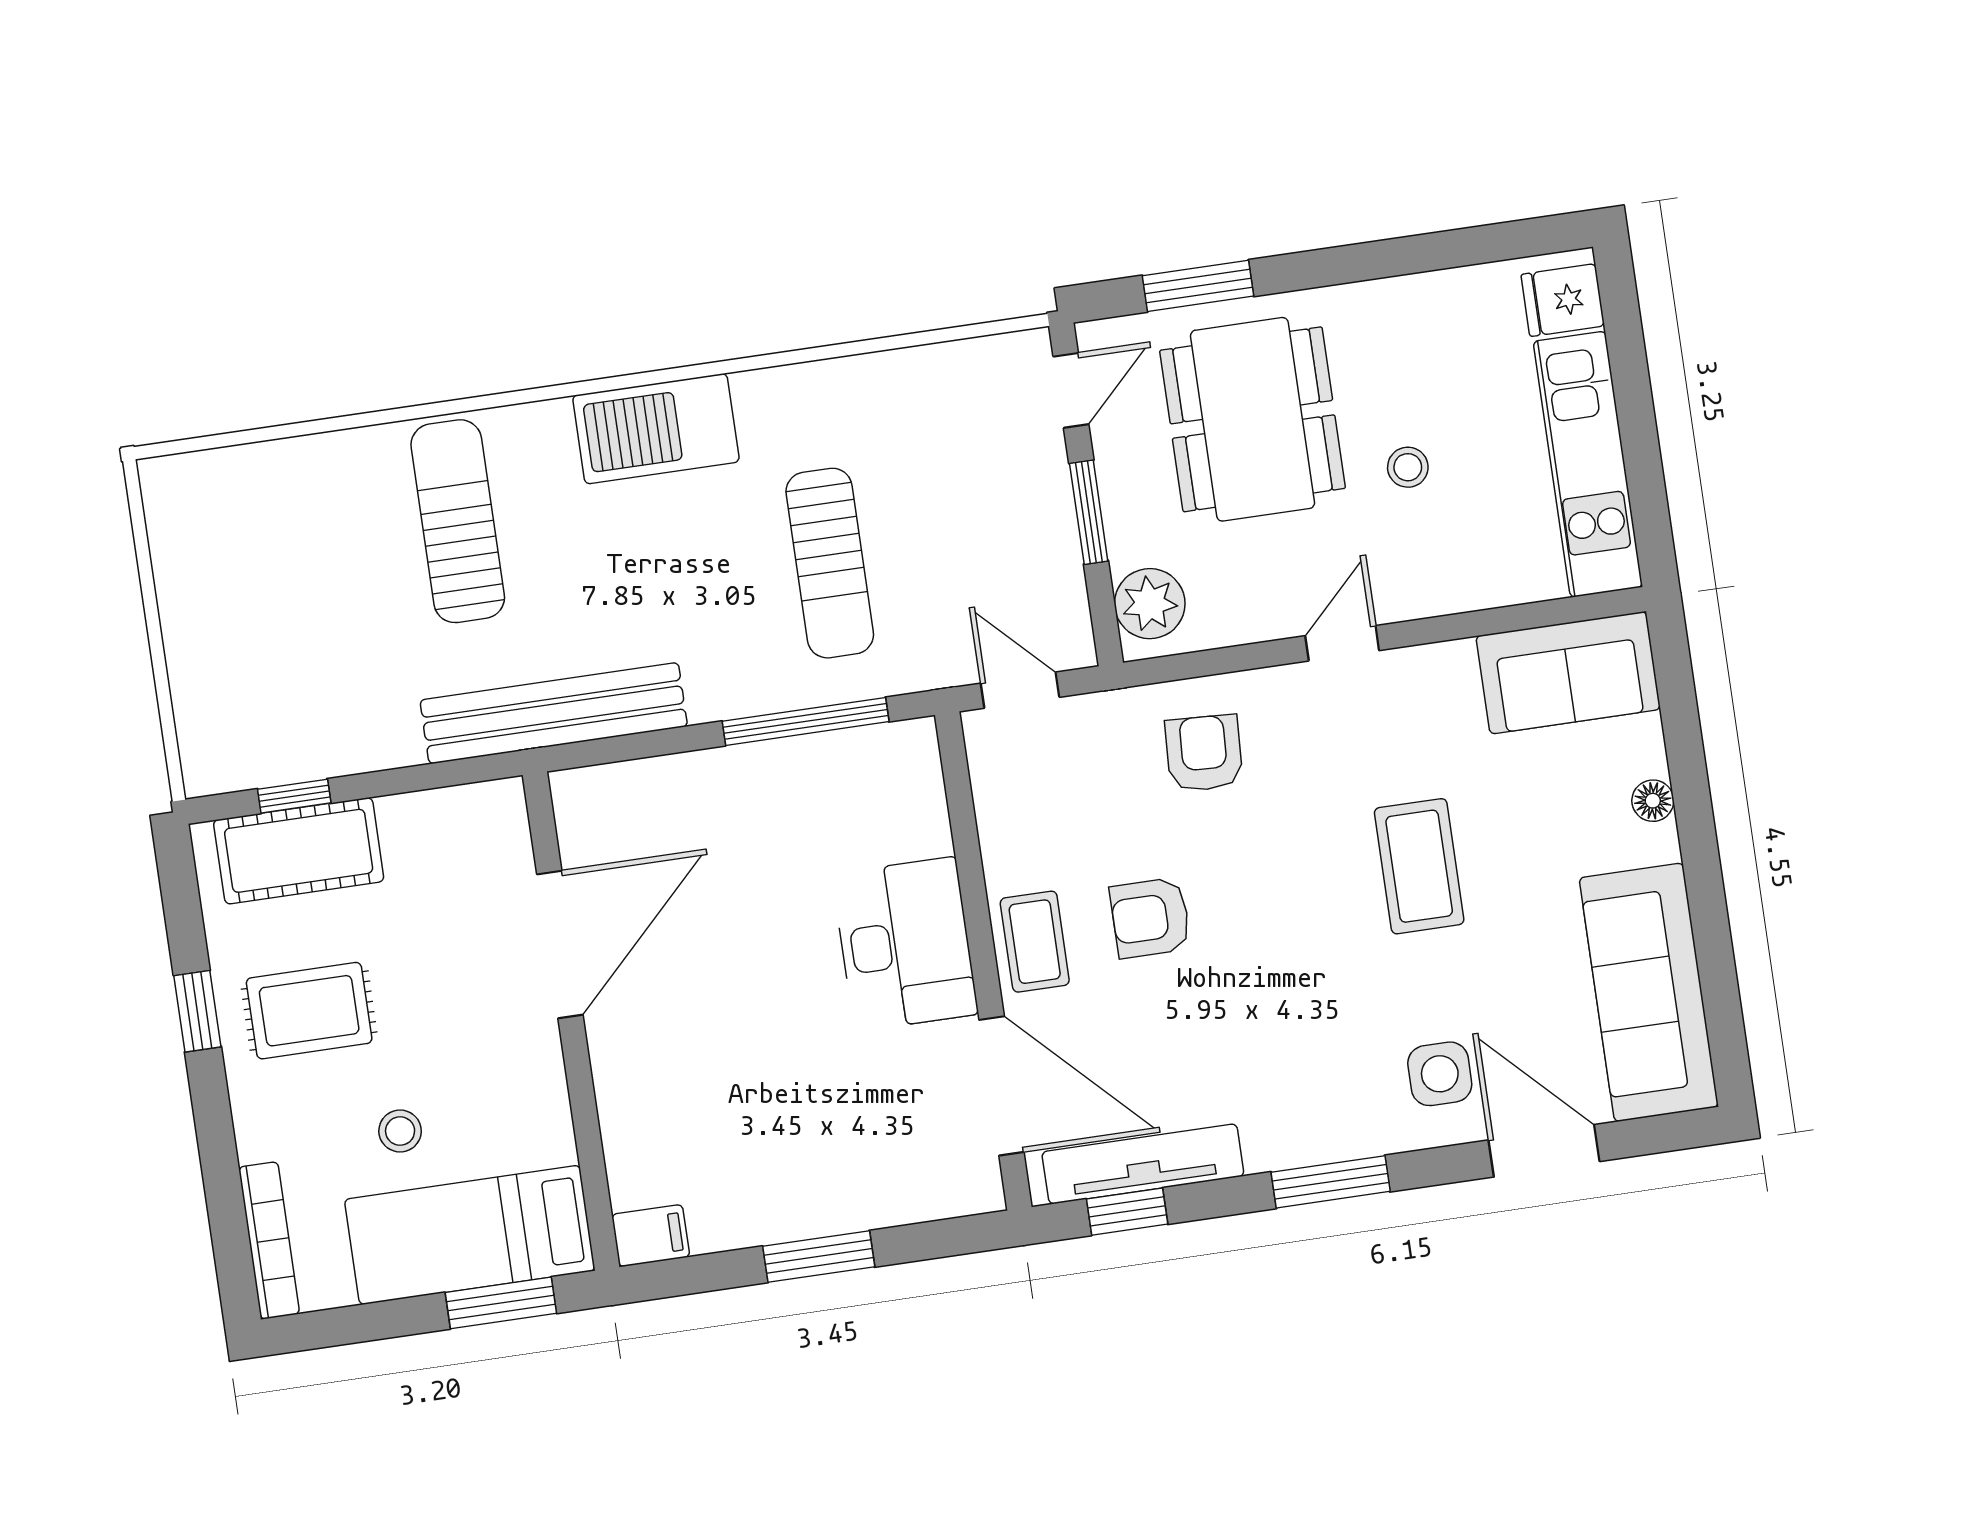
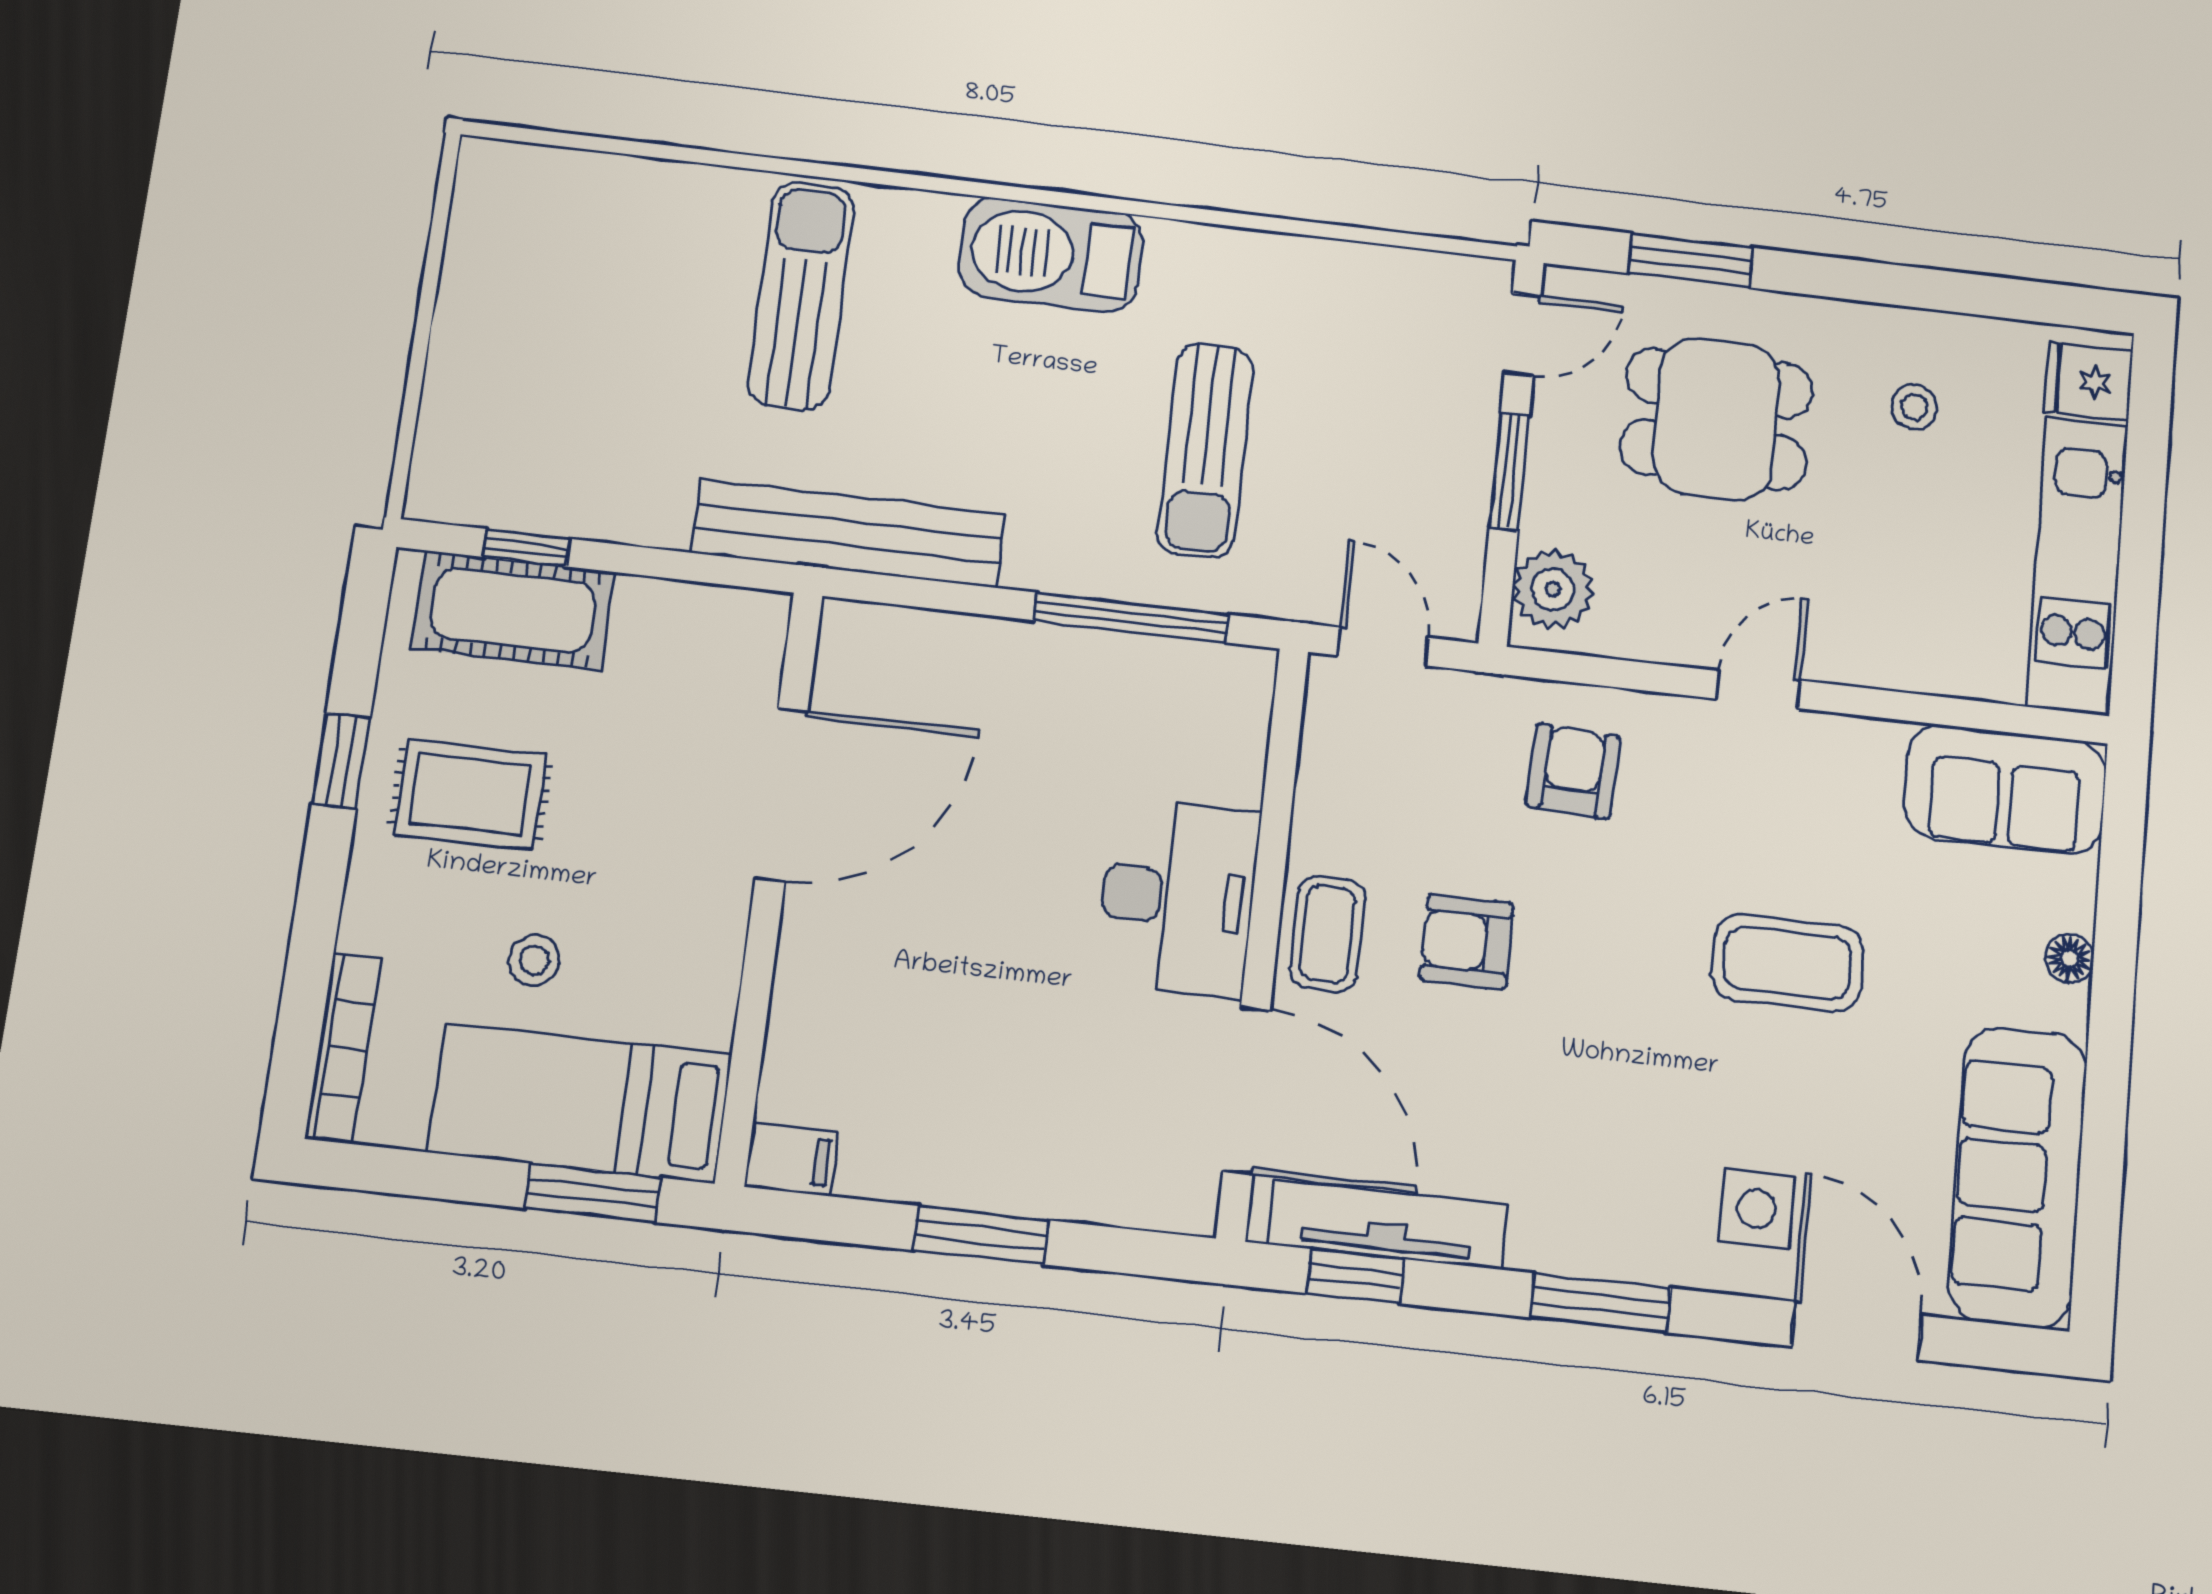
dining table: (1253, 419) -> (1716, 419), width x0.73
stool: (1408, 467) -> (1914, 407), moved
coffee table: (1419, 866) -> (1787, 963), turned 90

